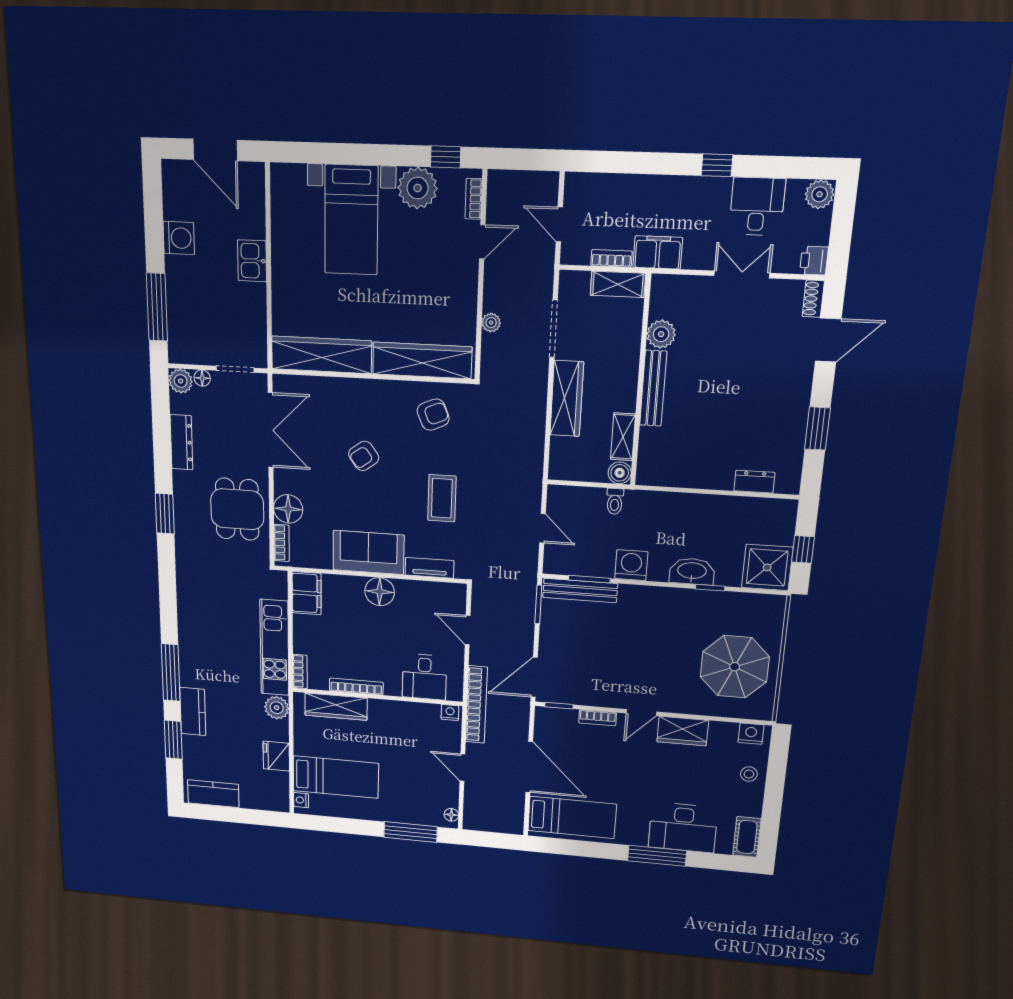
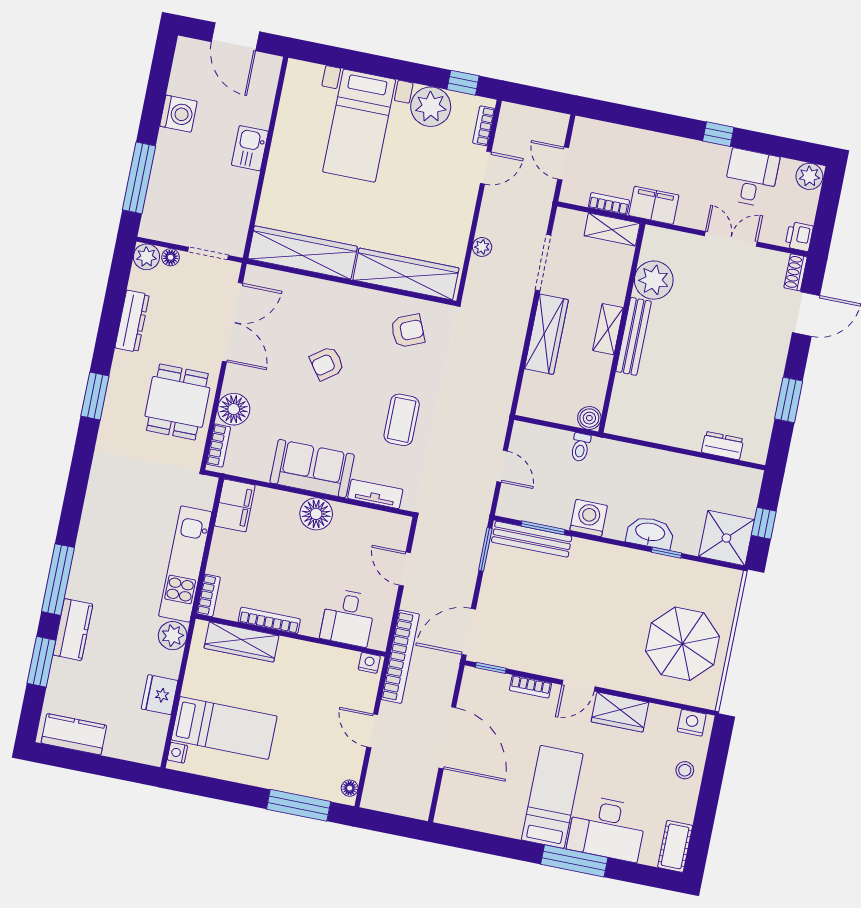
plant: (661, 334) -> (654, 280), width x1.36, depth x1.36
shelving: (623, 437) -> (608, 329), moved
bed: (572, 817) -> (552, 797), moved, turned -90

